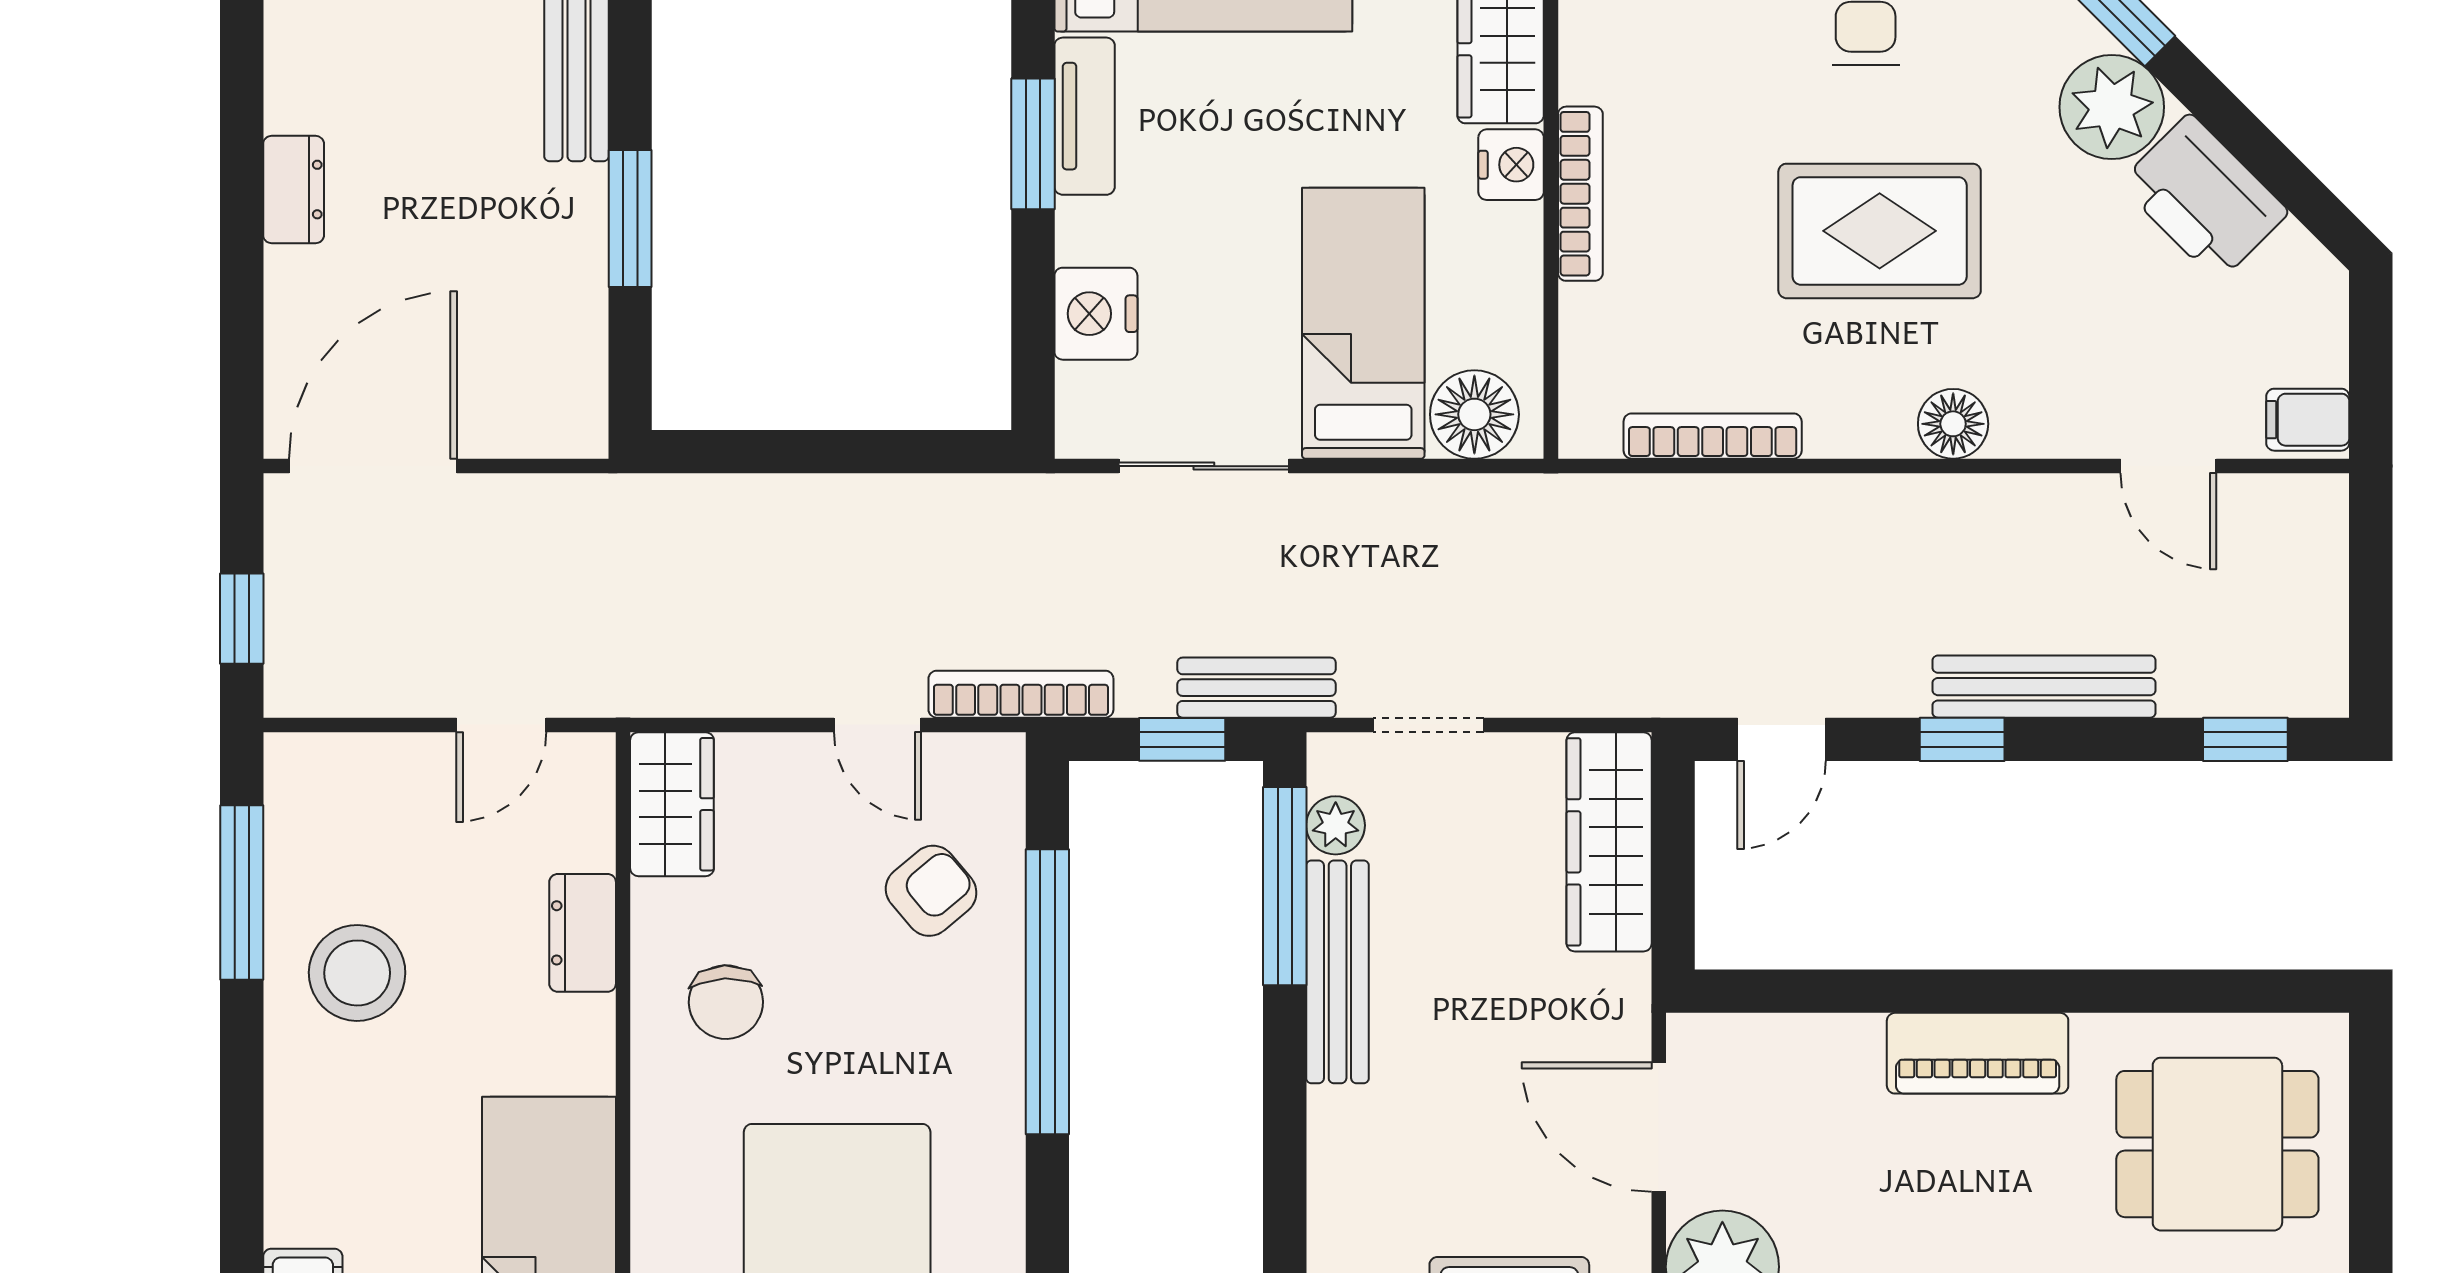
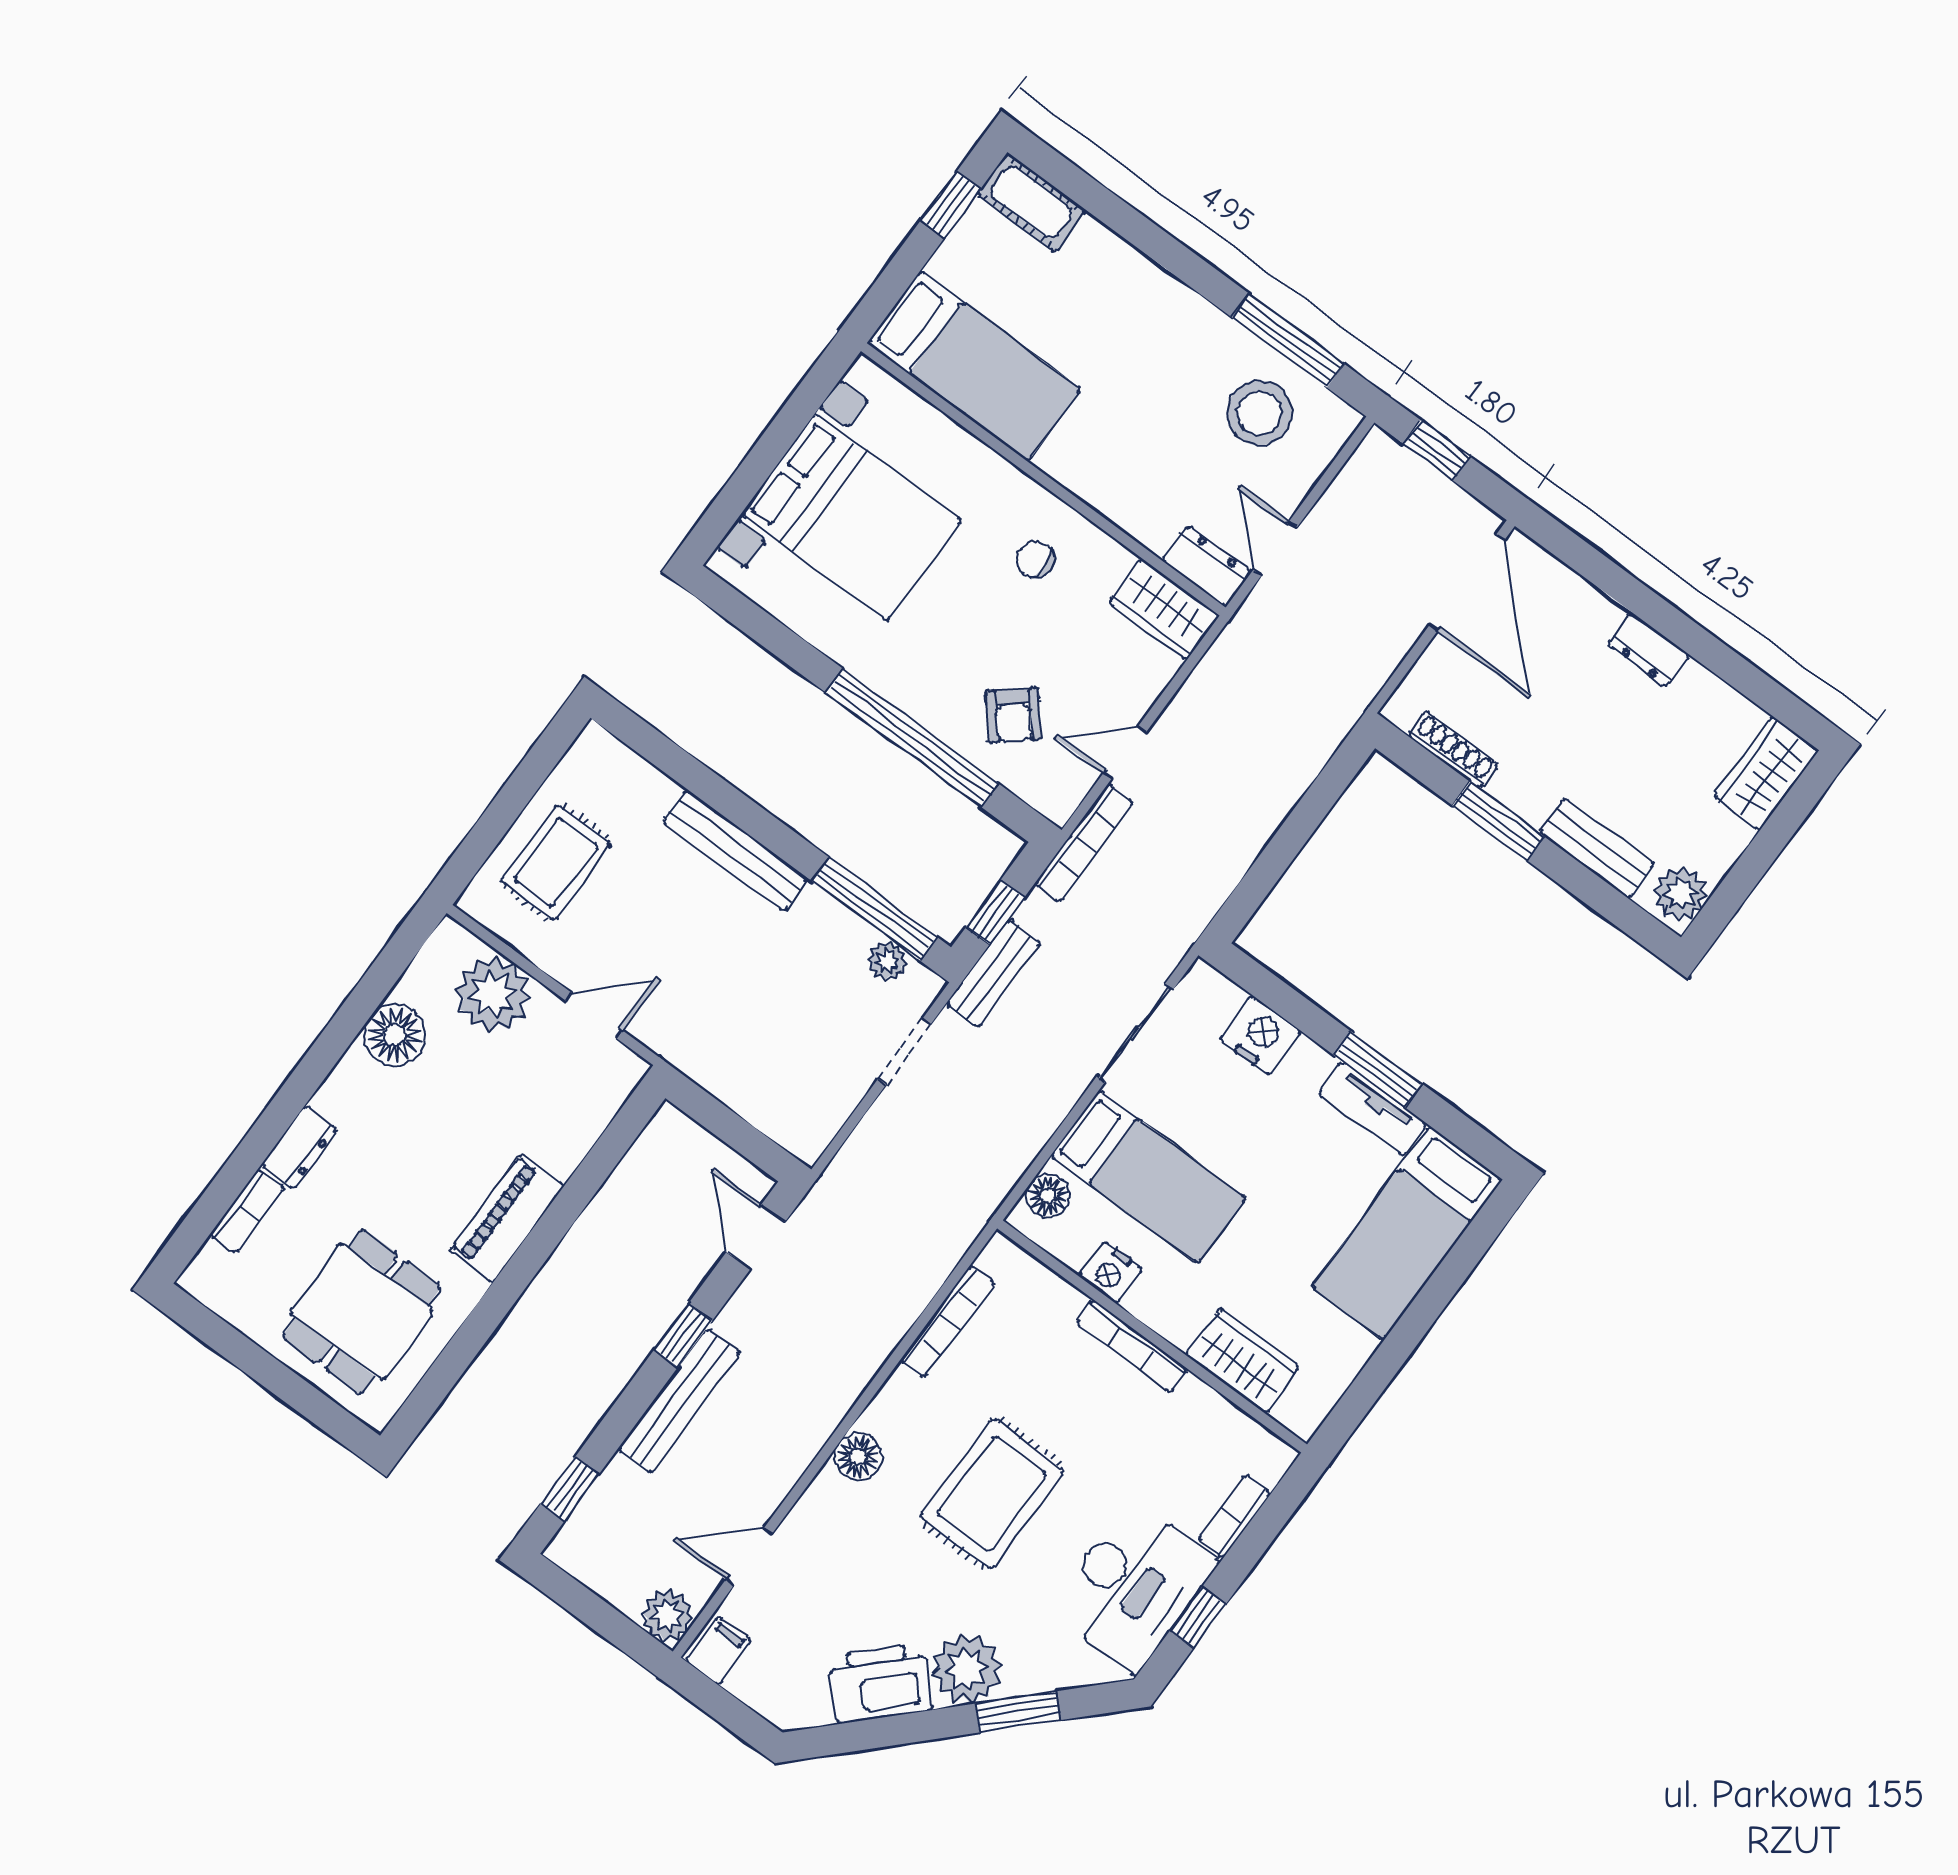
nightstand: (1511, 165) -> (1111, 1273), moved
shoe rack: (586, 336) -> (1453, 750), added
floor lamp: (1474, 414) -> (1048, 1196), width x0.73, depth x0.73
plant: (2311, 512) -> (667, 1615), added
wardrobe: (1609, 842) -> (769, 1103), removed
dresser: (583, 933) -> (1207, 566), moved
bench: (1338, 972) -> (735, 850), moved
stool: (357, 973) -> (1260, 413), moved
chair: (726, 1002) -> (1035, 559), width x0.73, depth x0.73
door: (1659, 1127) -> (594, 1016), width x0.73

